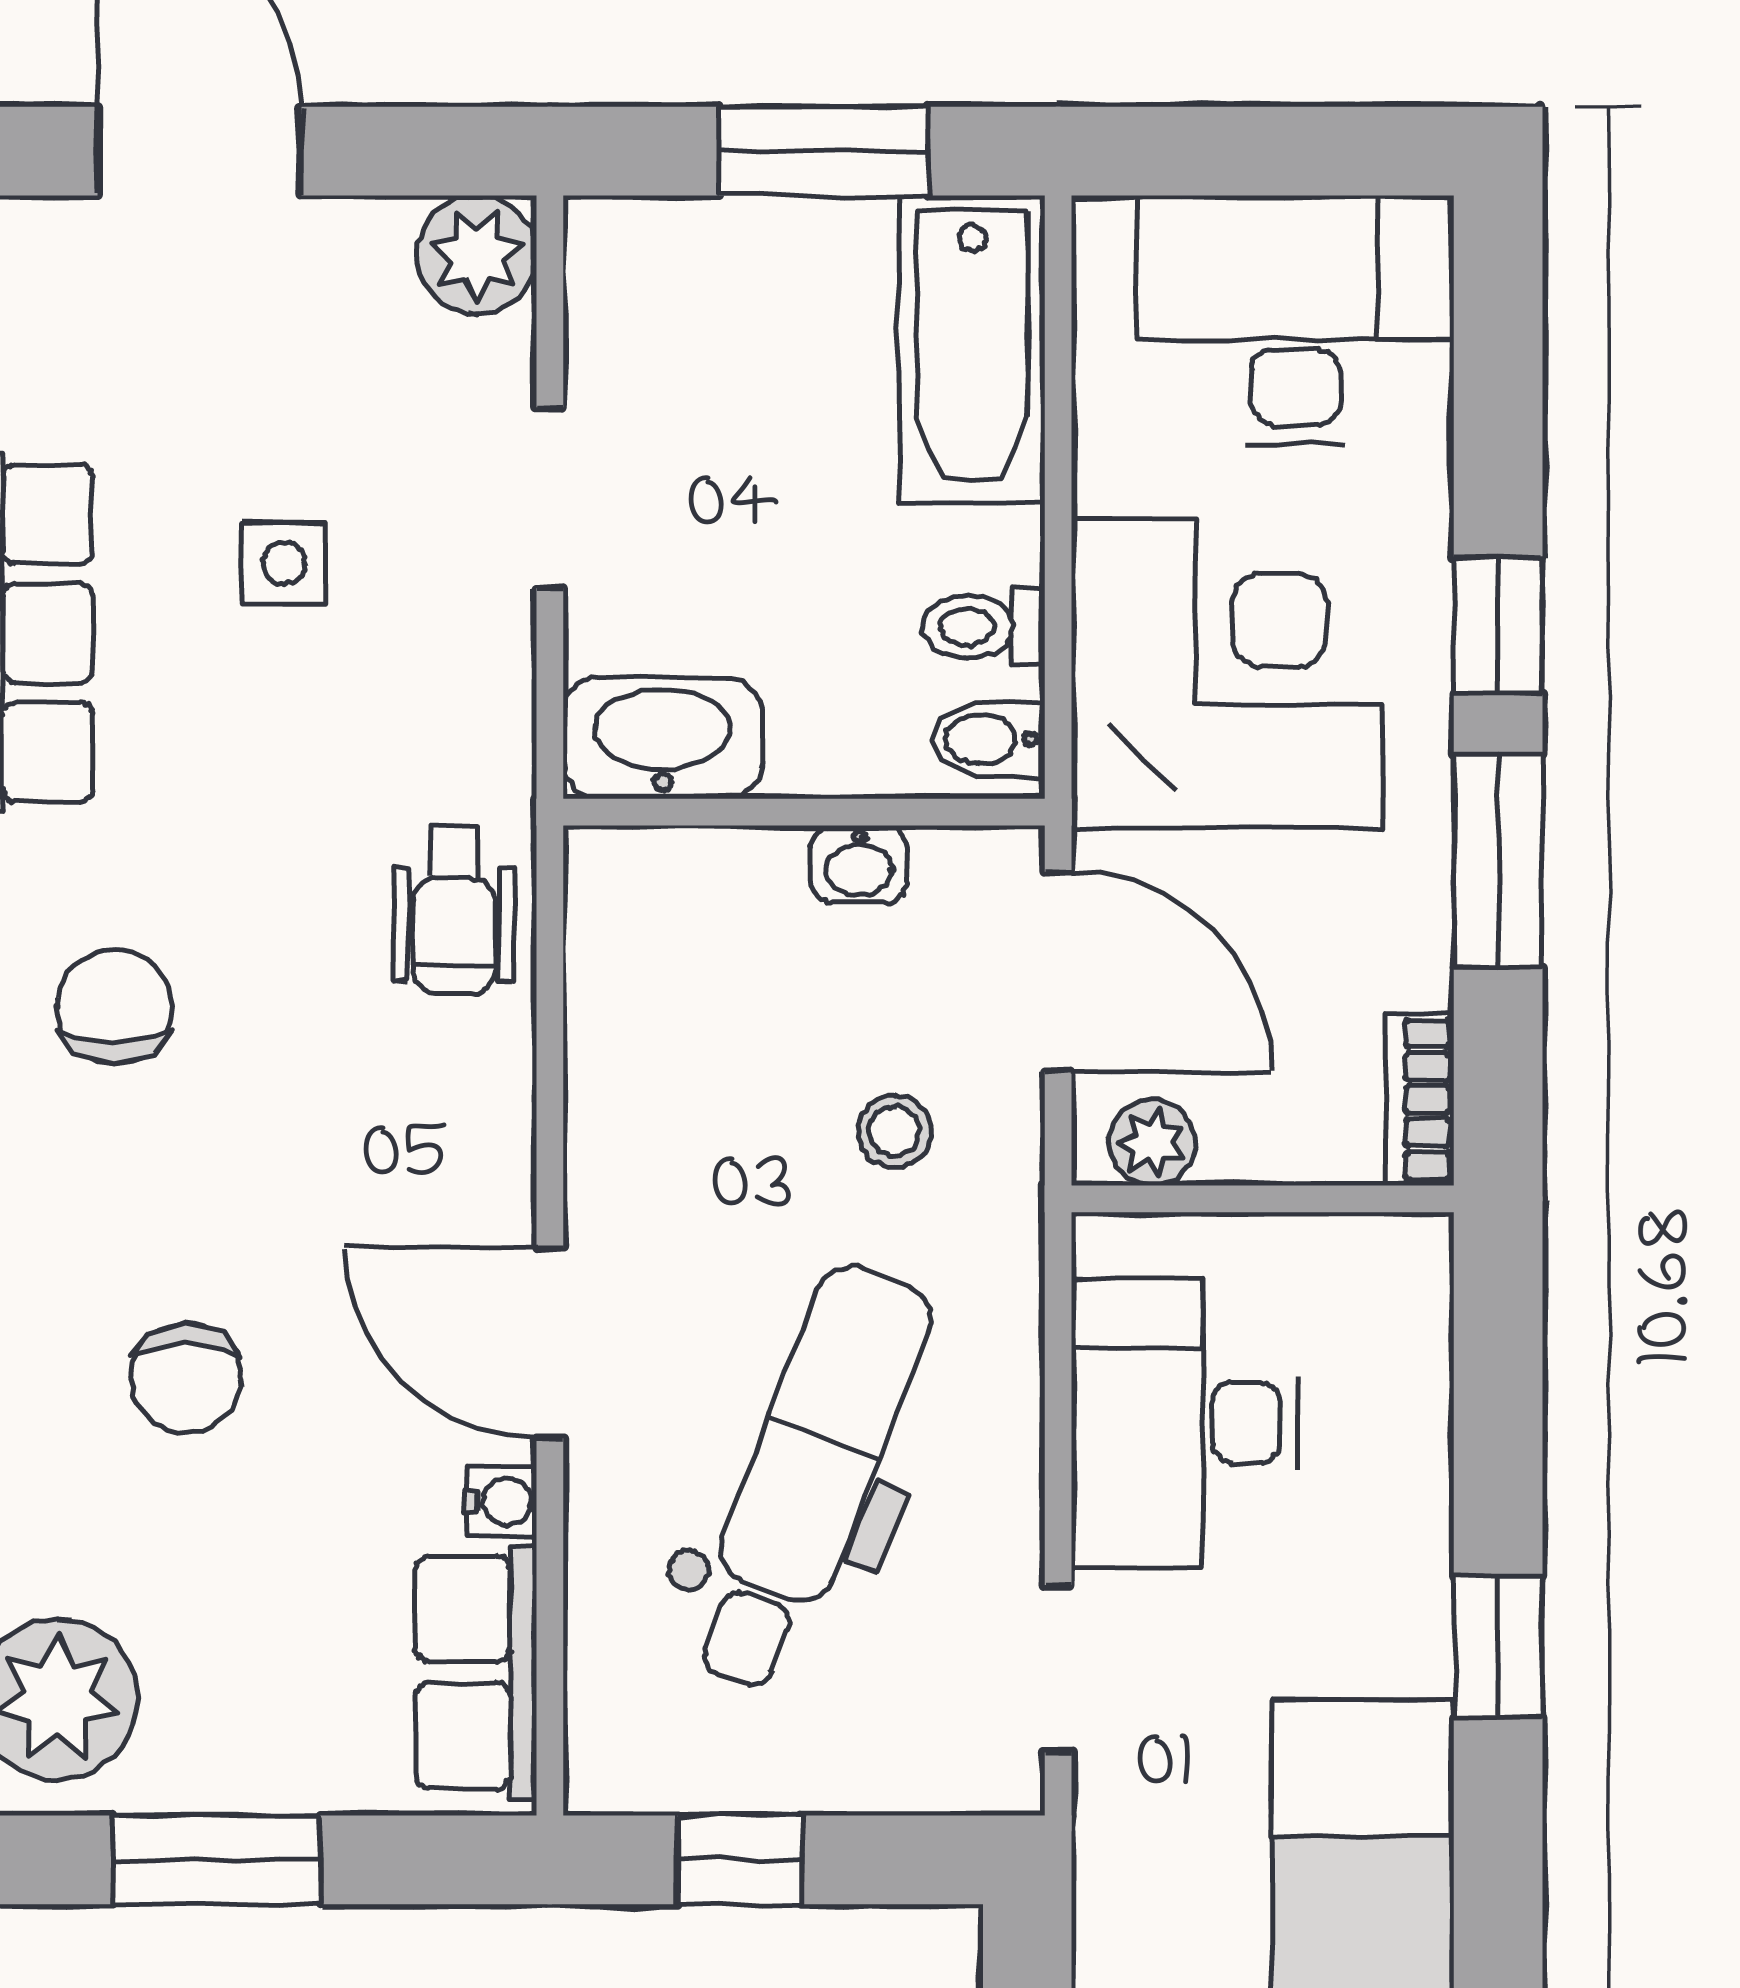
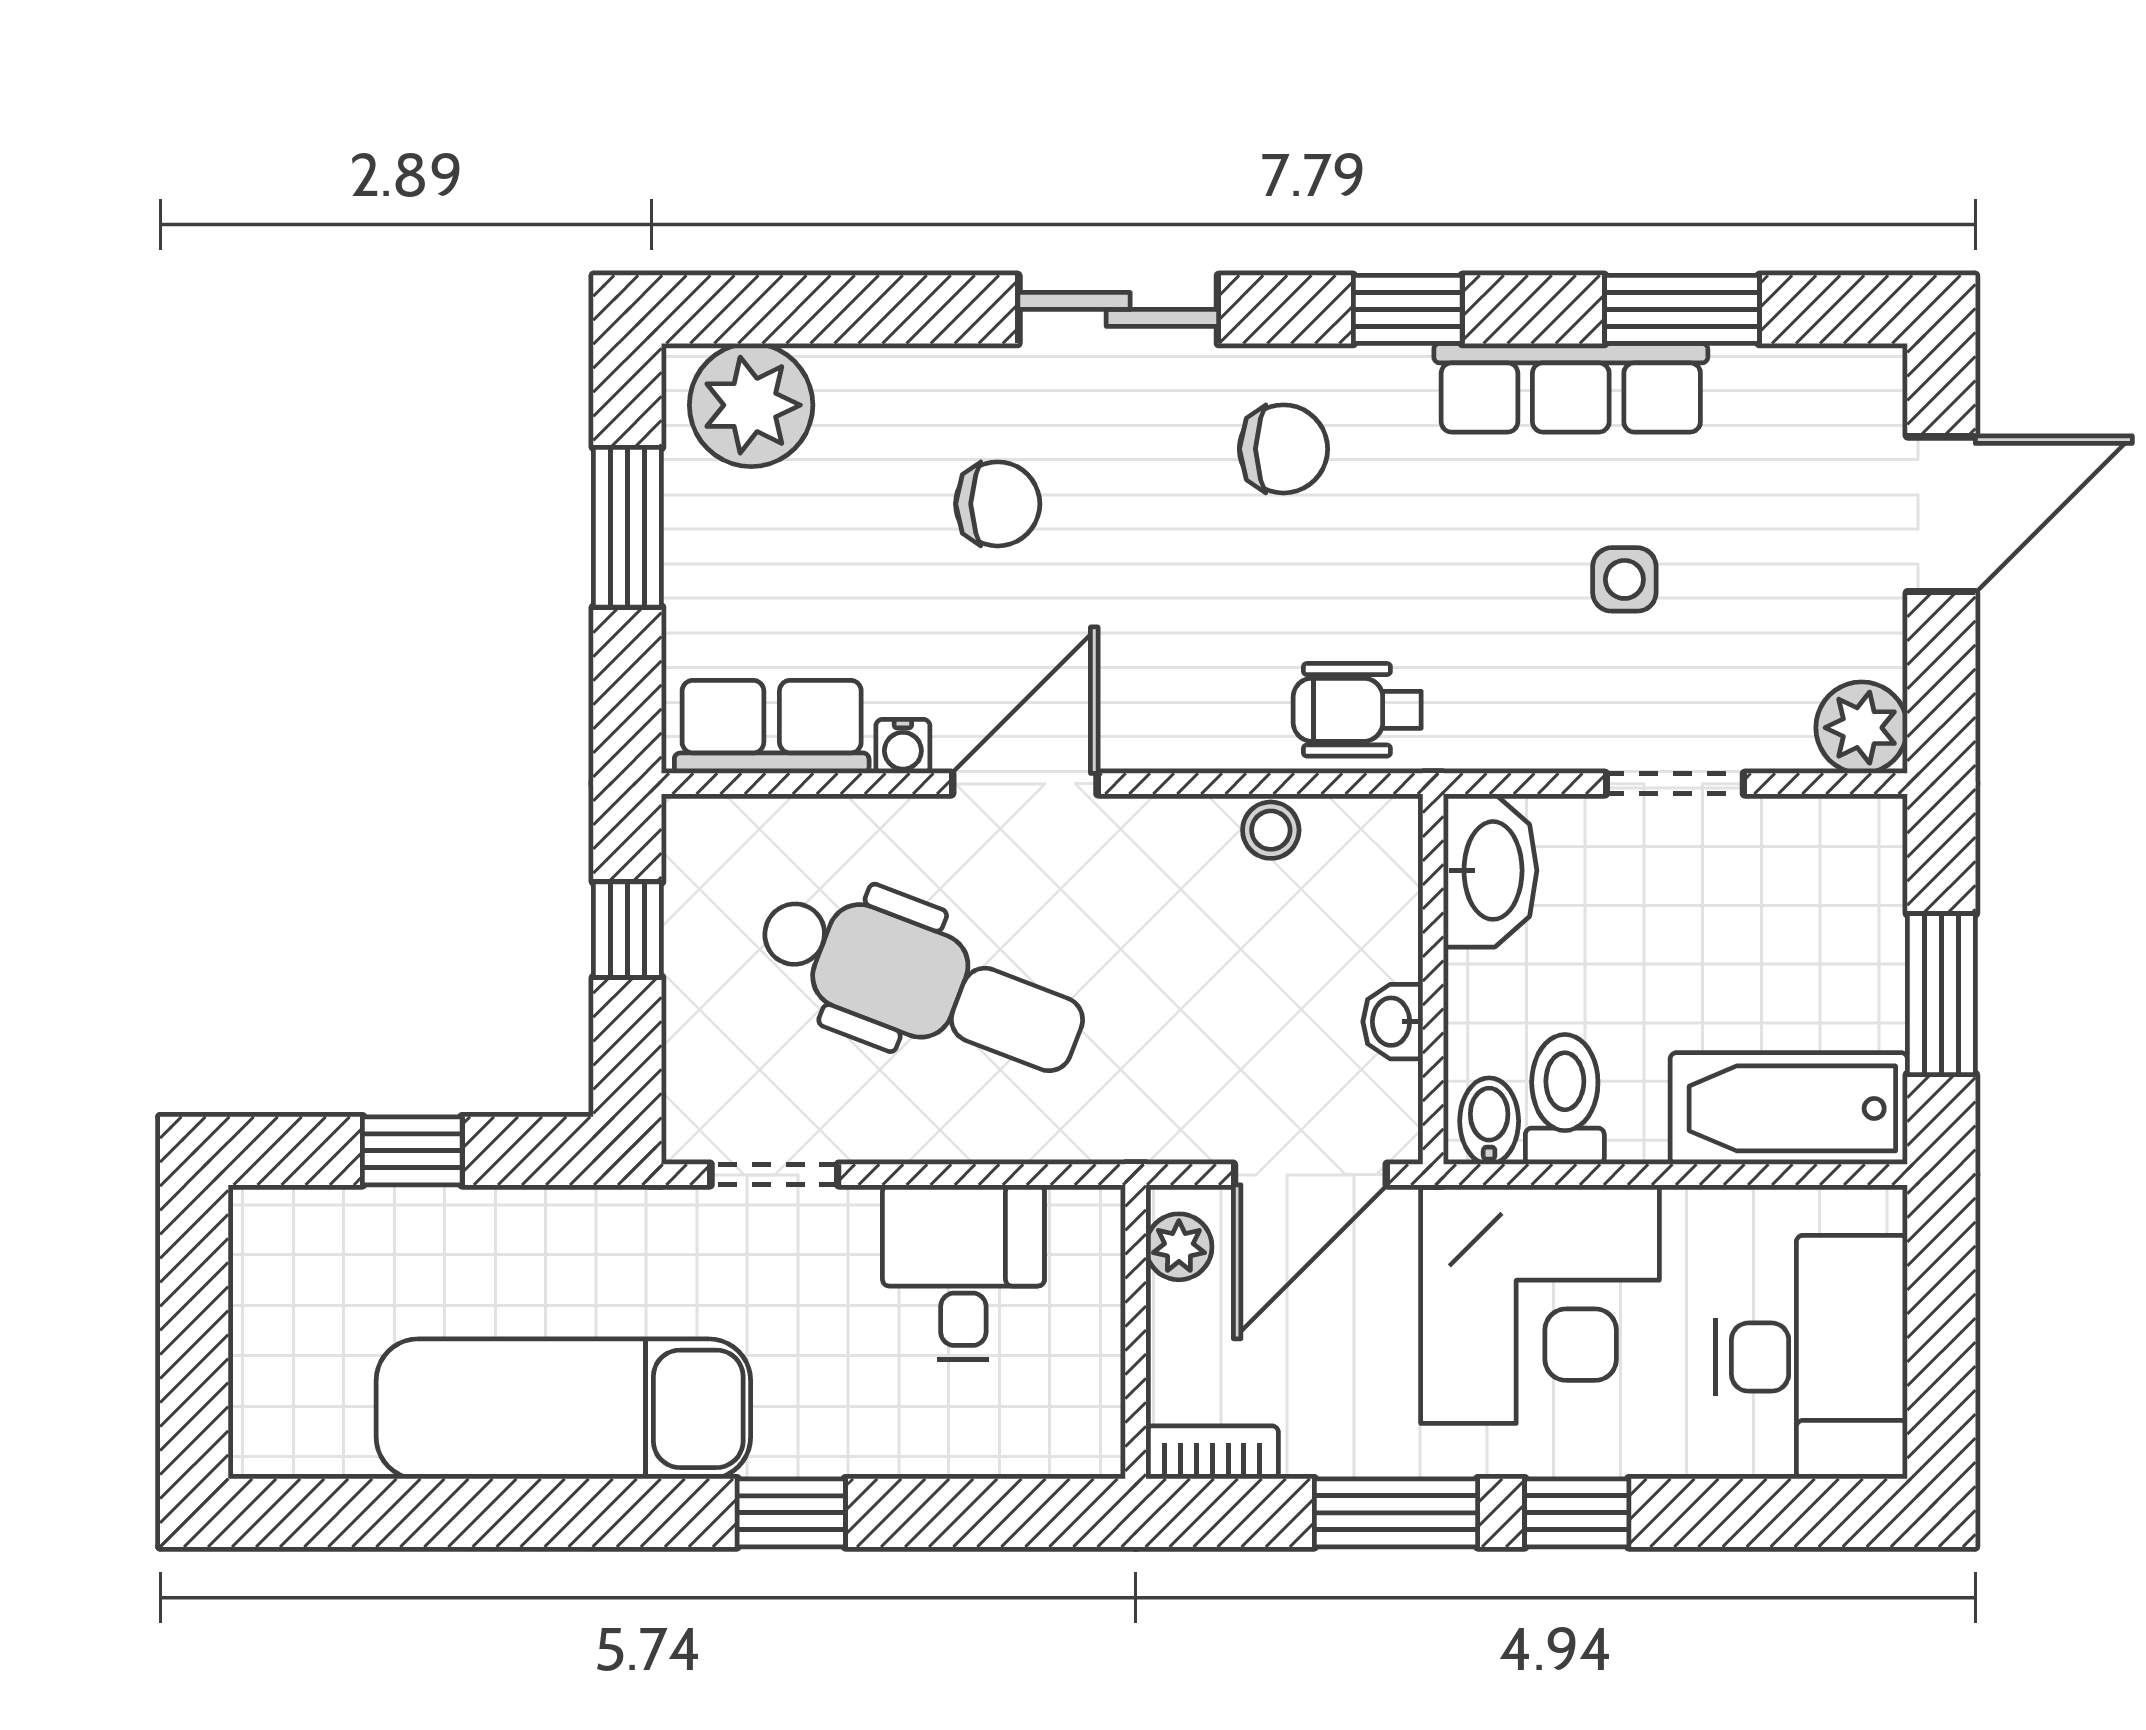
toilet: (984, 627) -> (1565, 1099), width x1.37, depth x1.39
stool: (894, 1131) -> (1271, 830), moved
chair: (186, 1378) -> (998, 504), turned 180
desk: (1185, 1423) -> (963, 1272), width x0.73

